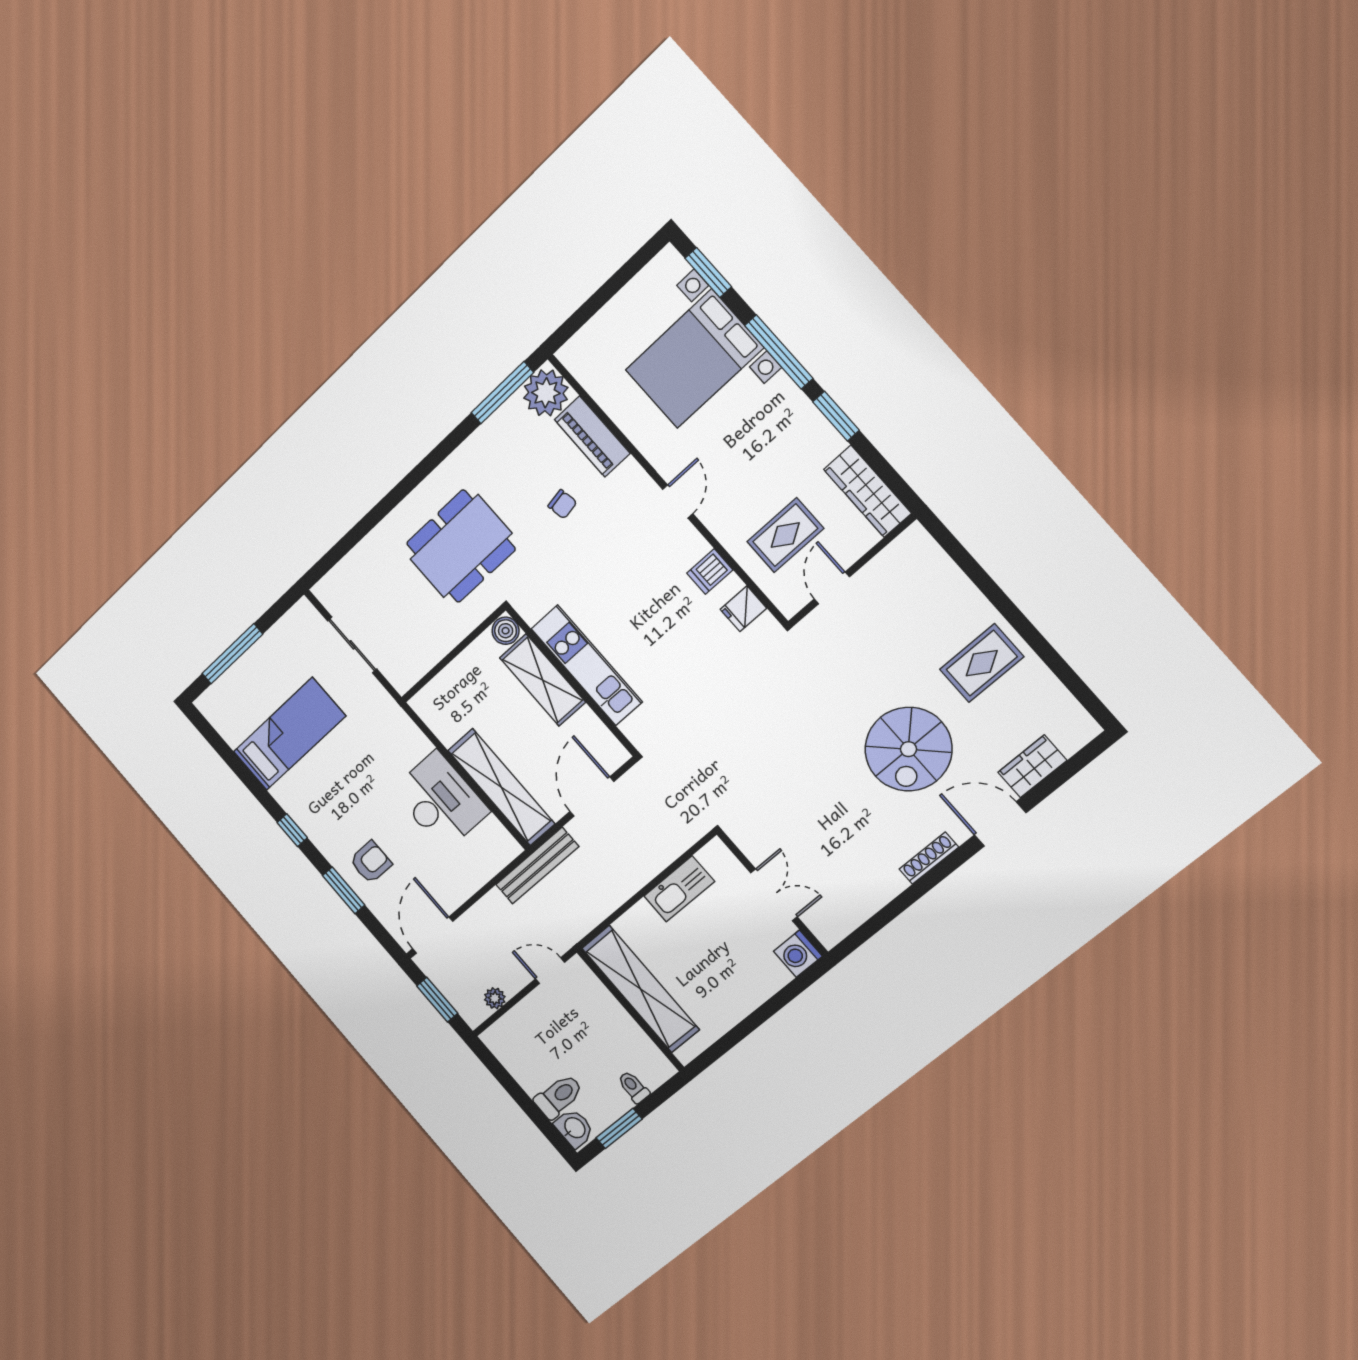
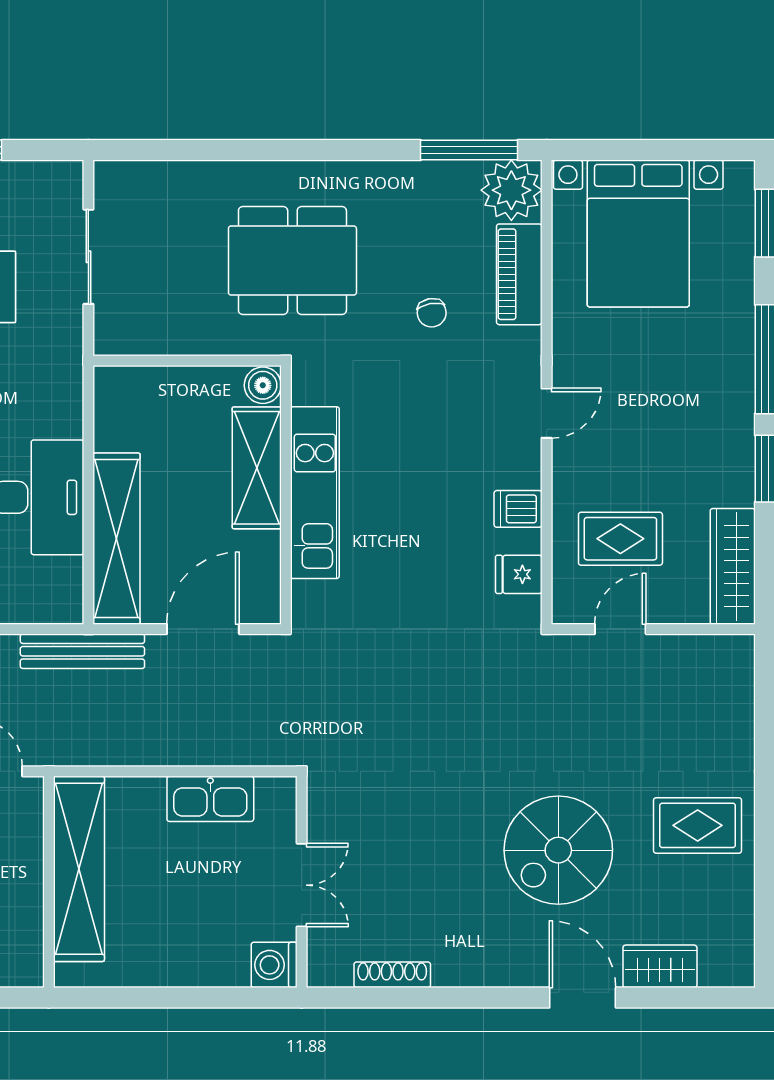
bed with nightstands: (694, 359) -> (638, 234), moved, turned -90
shoe rack: (929, 858) -> (392, 975), moved

